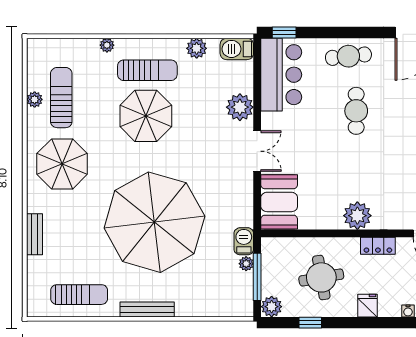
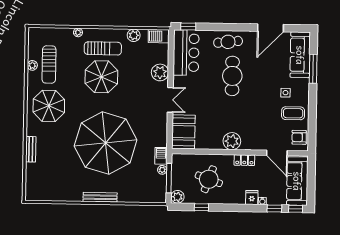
sun lounger: (61, 98) -> (49, 65), turned 180
cafe table: (356, 111) -> (232, 76), width x1.37, depth x1.35
round table: (321, 277) -> (209, 179), turned 30
sun lounger: (79, 295) -> (58, 187), removed
fridge: (368, 306) -> (252, 197), moved

